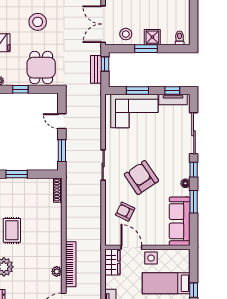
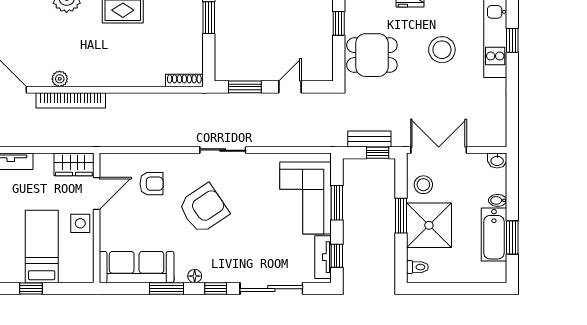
shower: (152, 37) -> (429, 225), width x1.86, depth x1.86
armchair: (125, 212) -> (151, 184), turned 64

